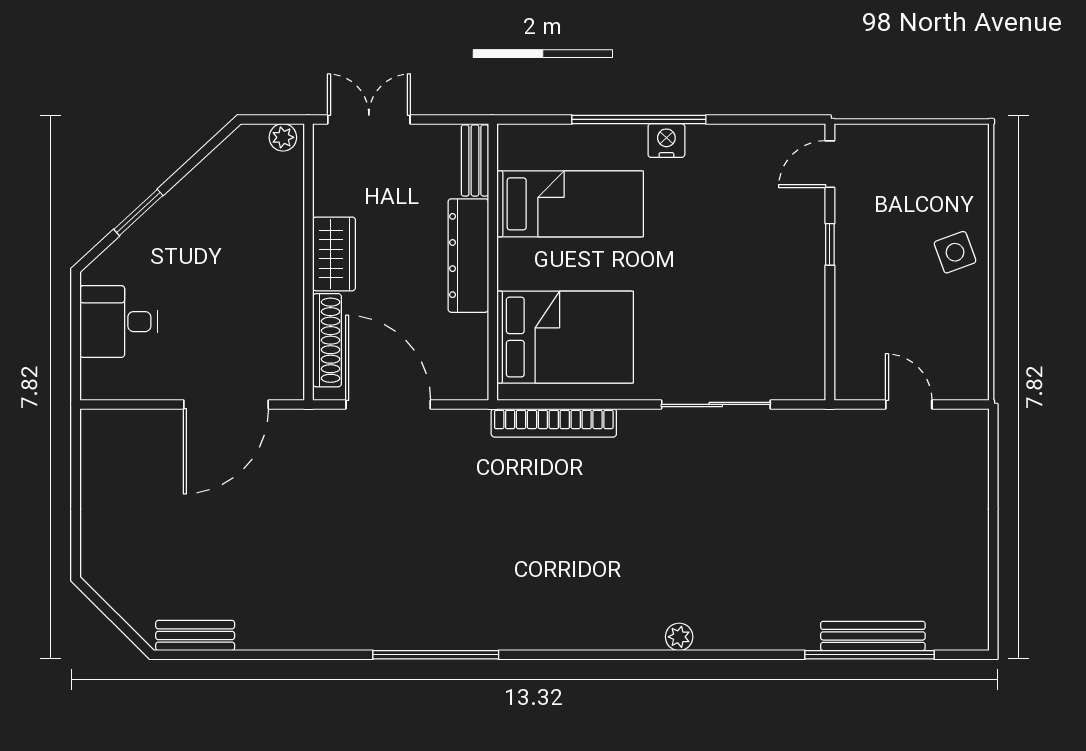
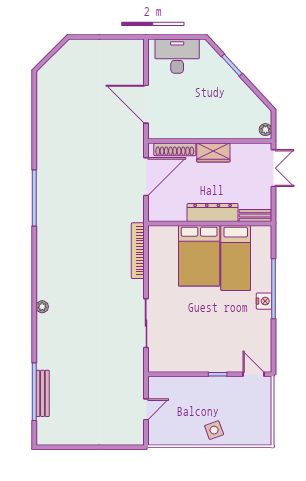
desk: (118, 322) -> (177, 56), width x1.37
bed: (565, 337) -> (199, 256), moved
bench: (195, 635) -> (43, 90), removed

